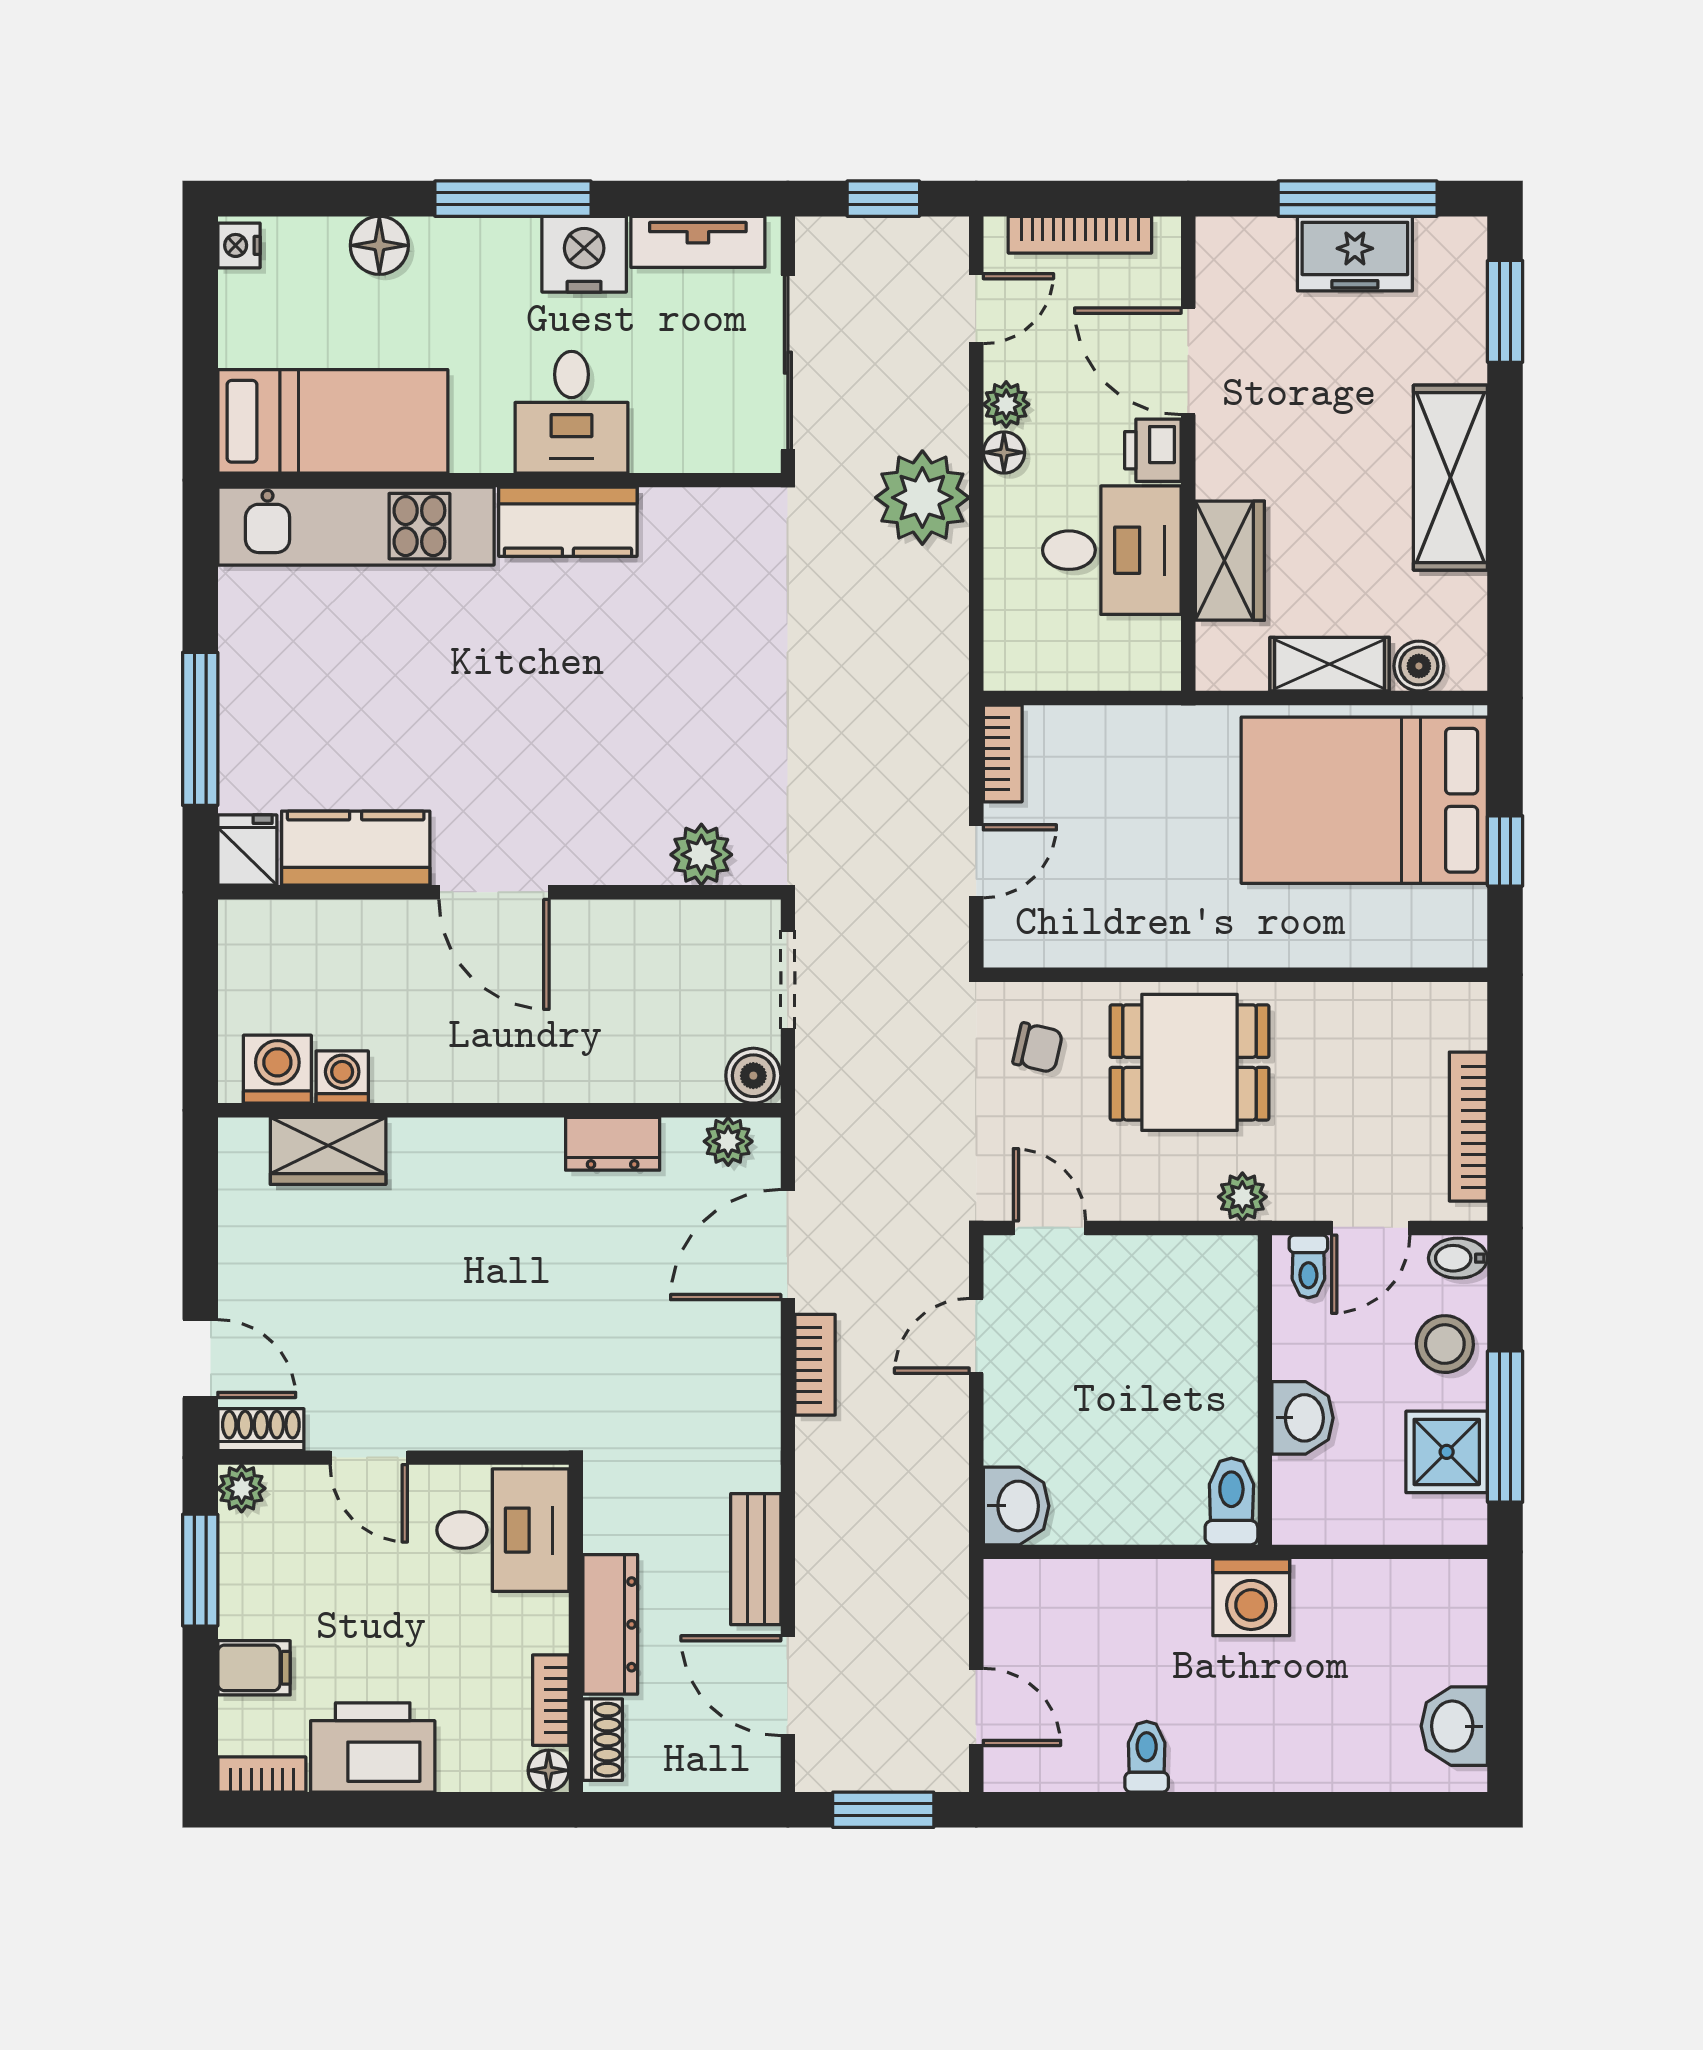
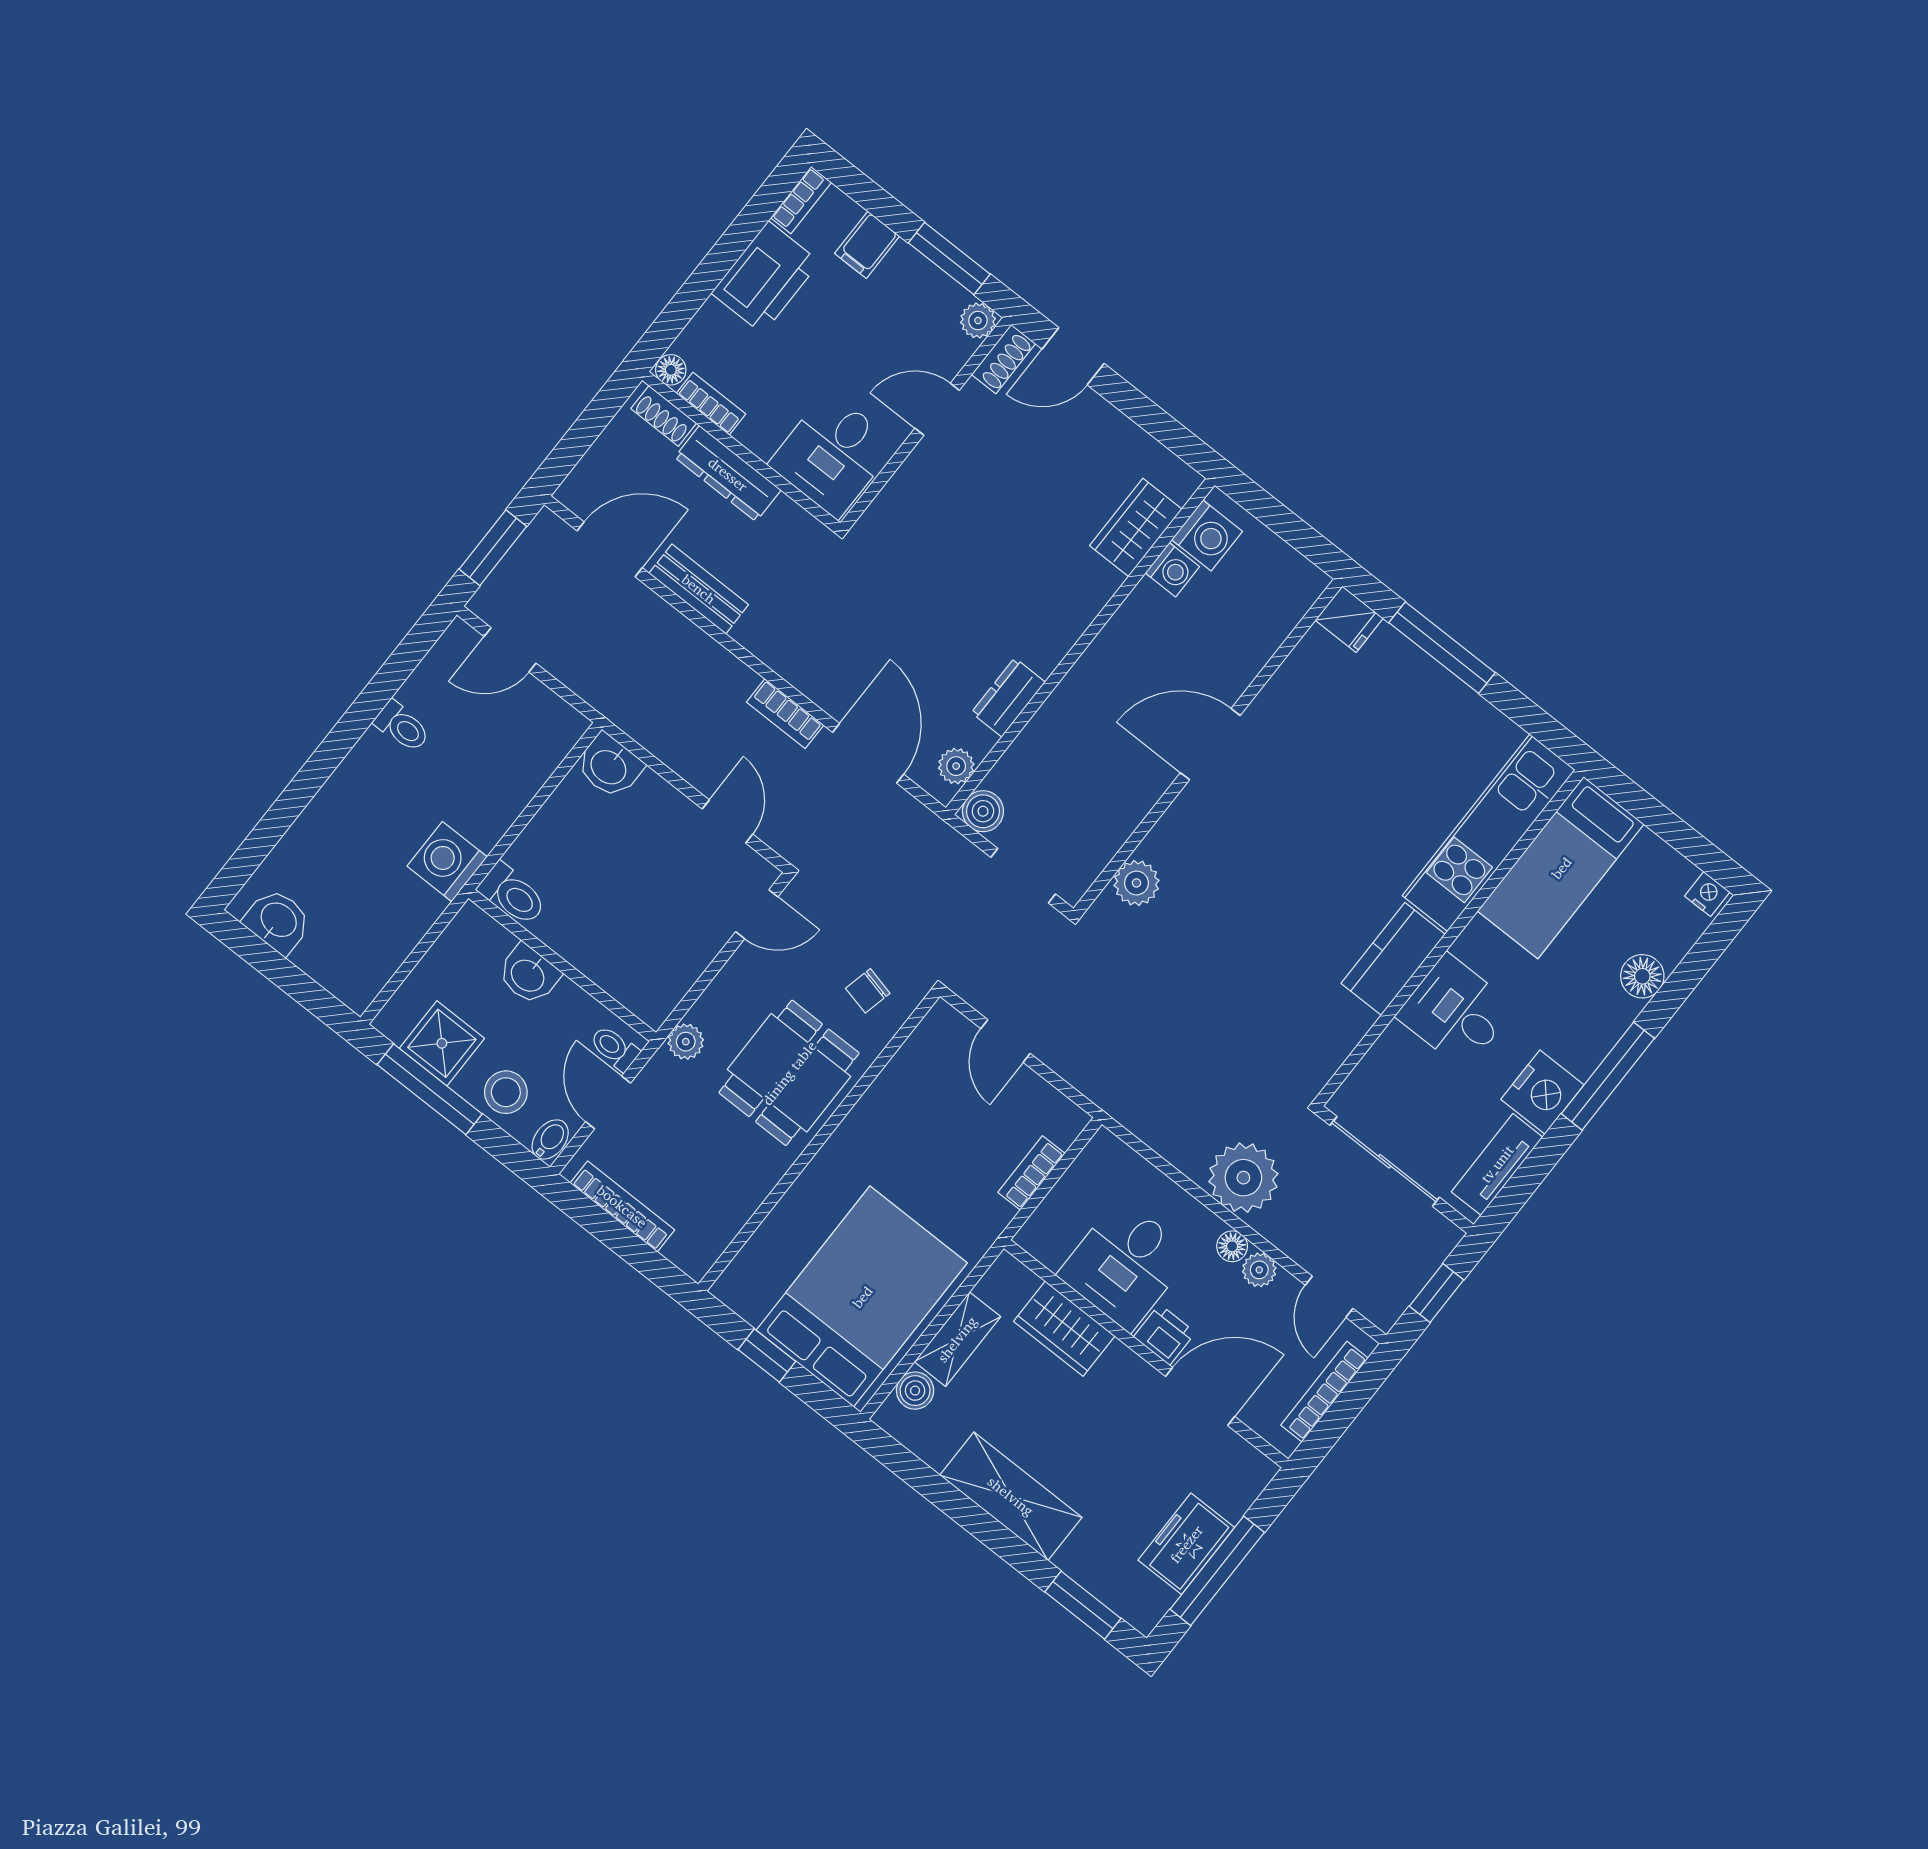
bookcase: (1003, 753) -> (1031, 1173), moved, turned 90
kitchen counter: (356, 848) -> (1300, 684), removed

